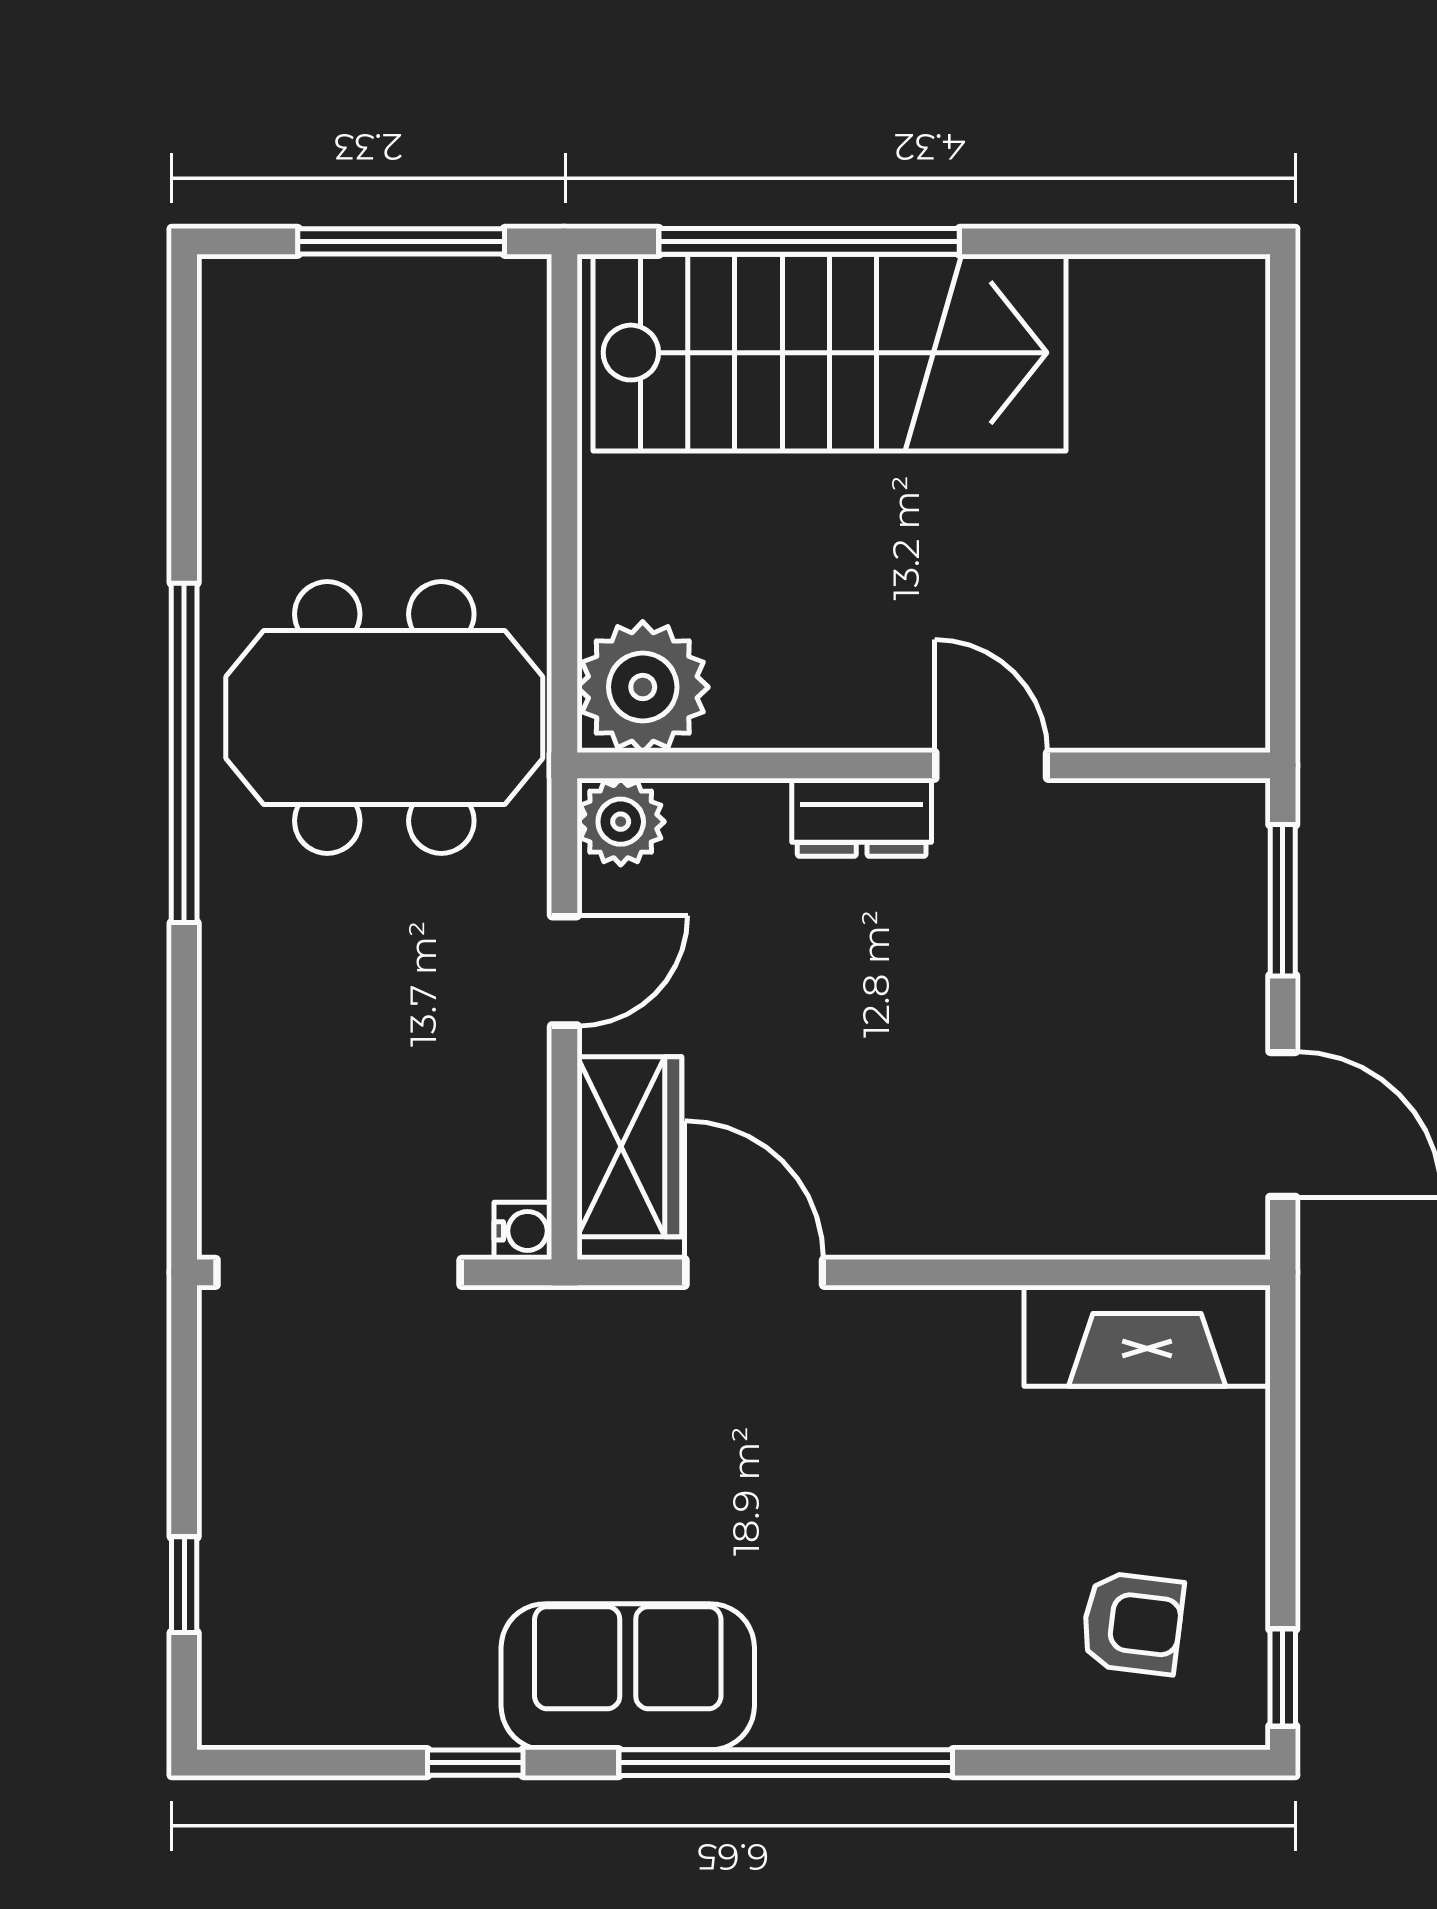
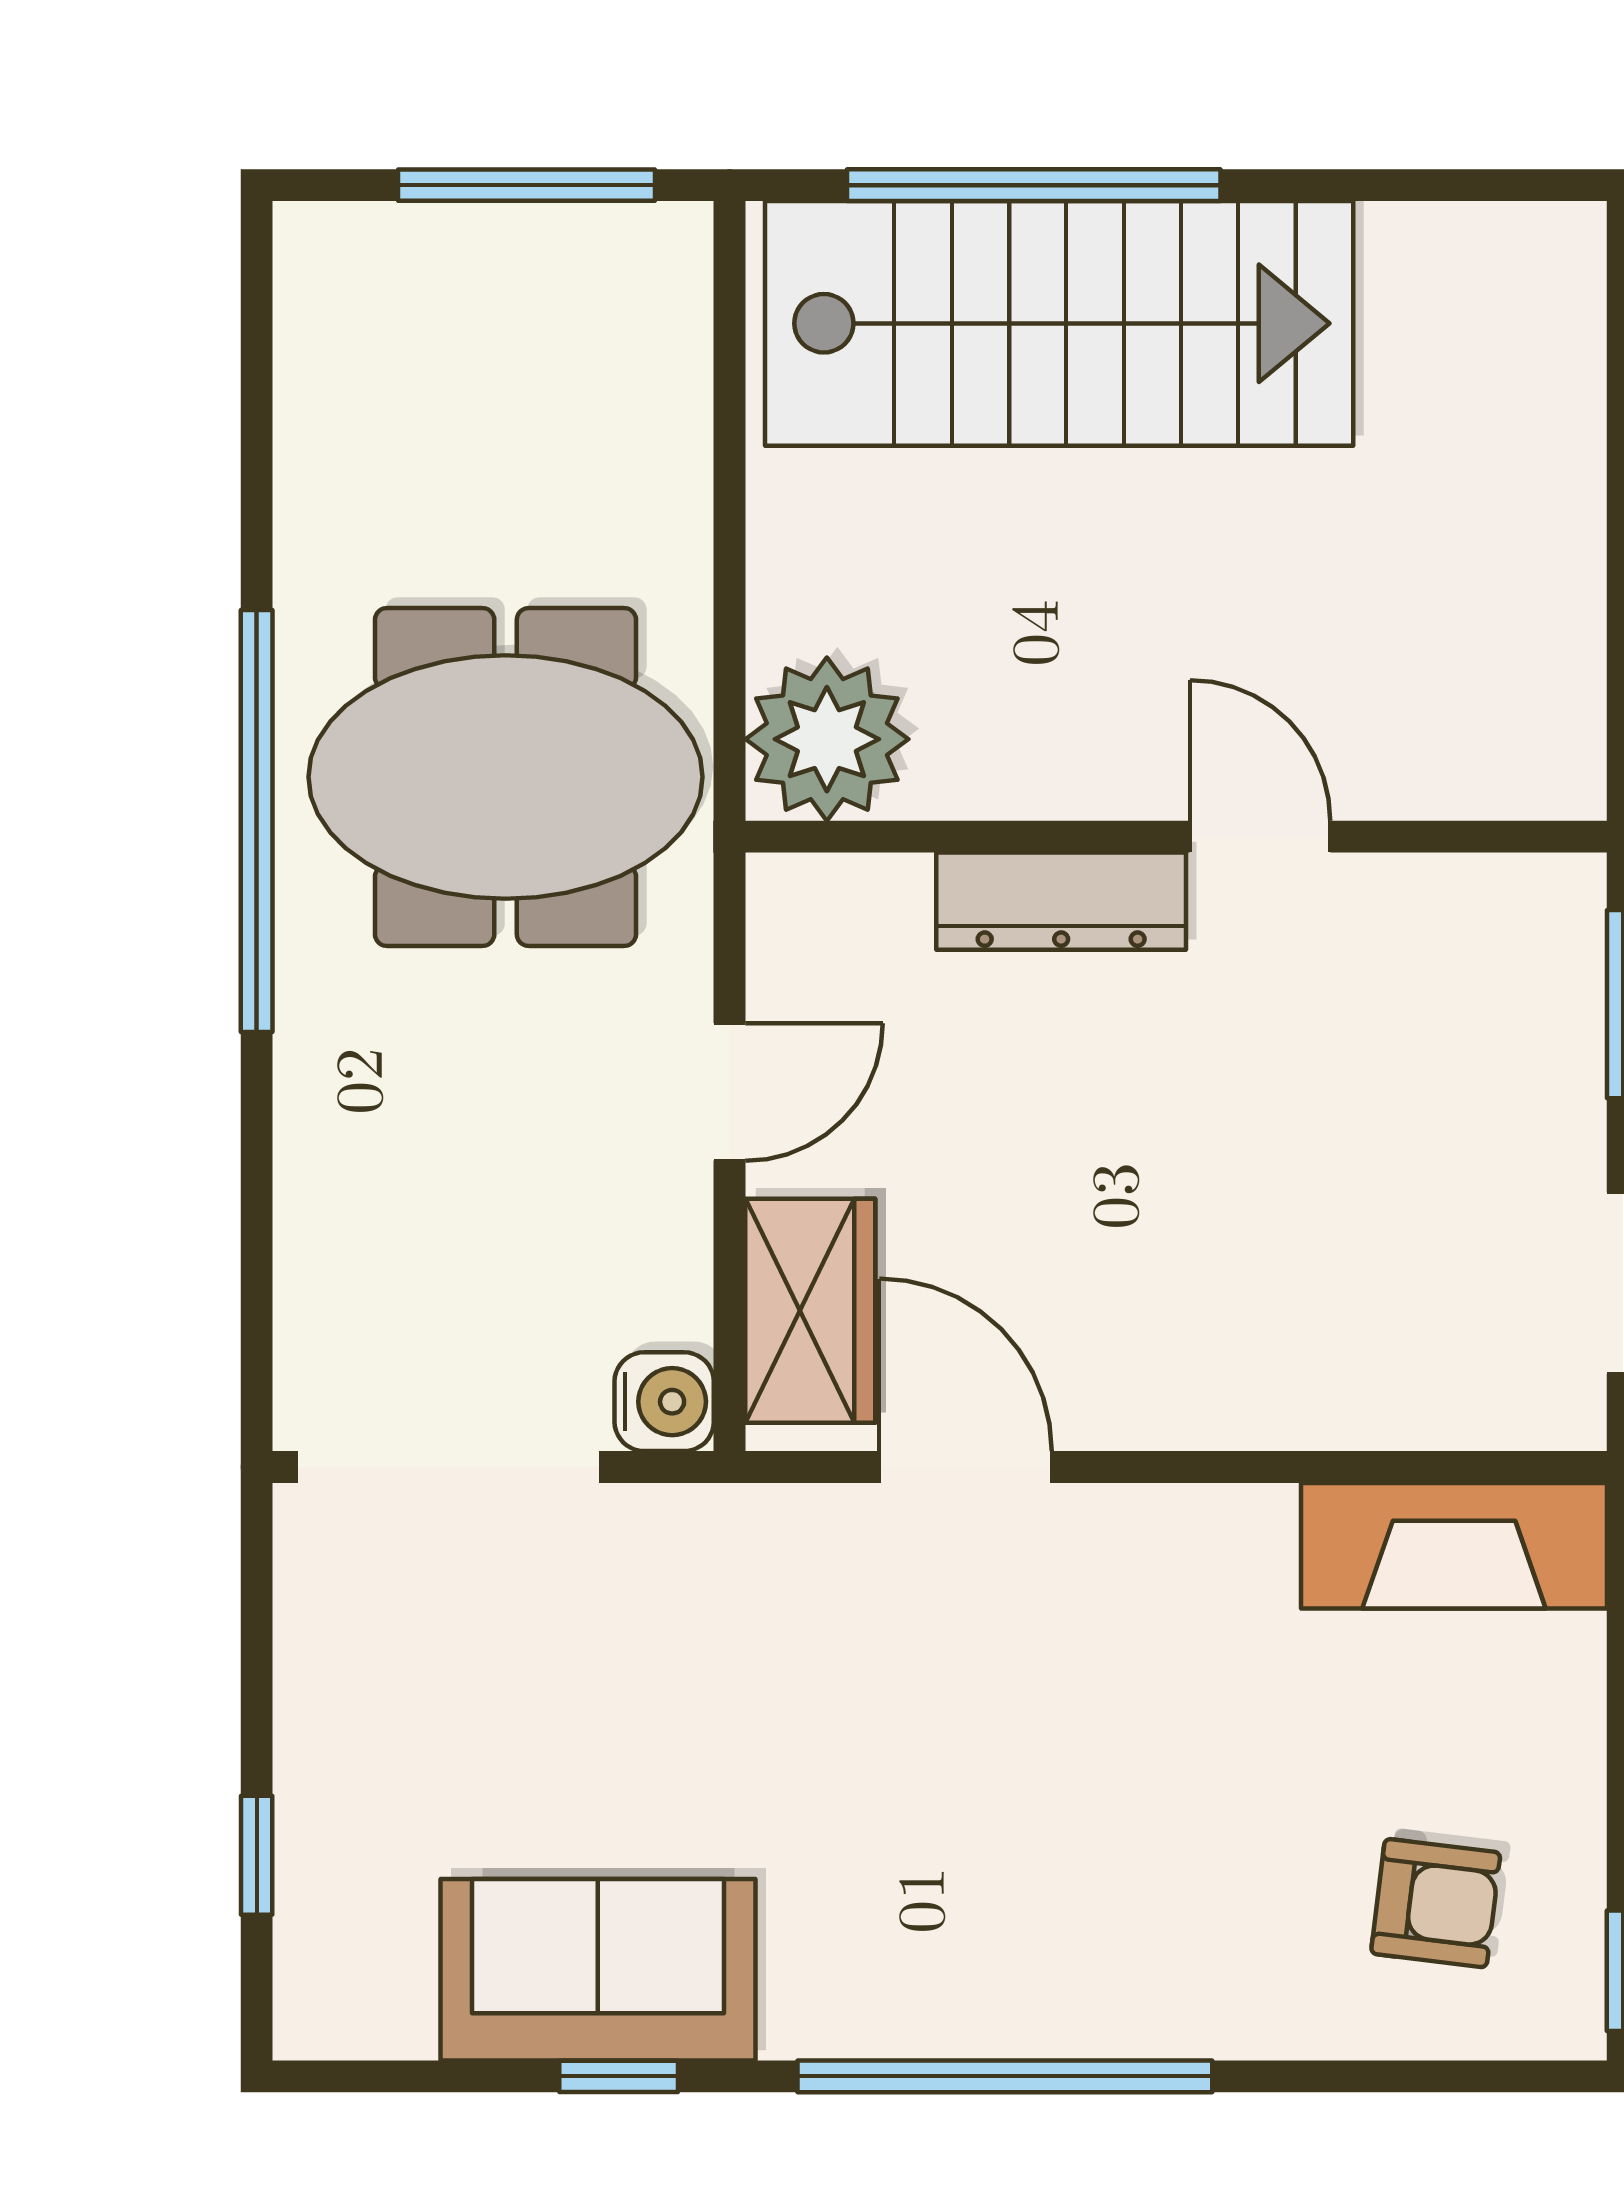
dresser: (862, 817) -> (1061, 901), width x1.44
plant: (621, 822) -> (799, 906), removed
water cooler: (523, 1231) -> (664, 1402), width x1.38, depth x1.38
sofa: (628, 1677) -> (598, 1970), moved

